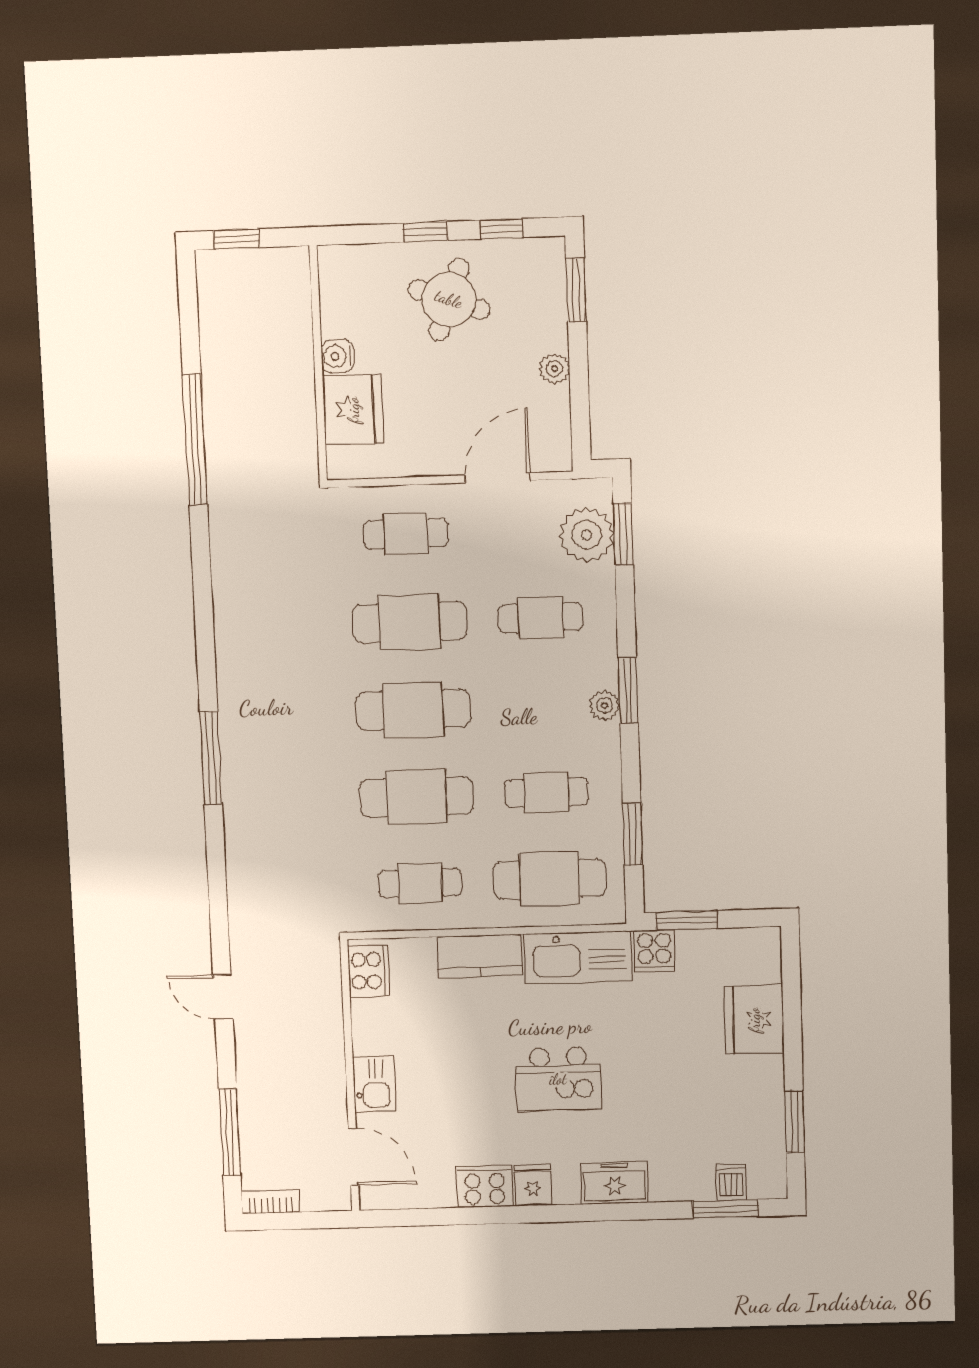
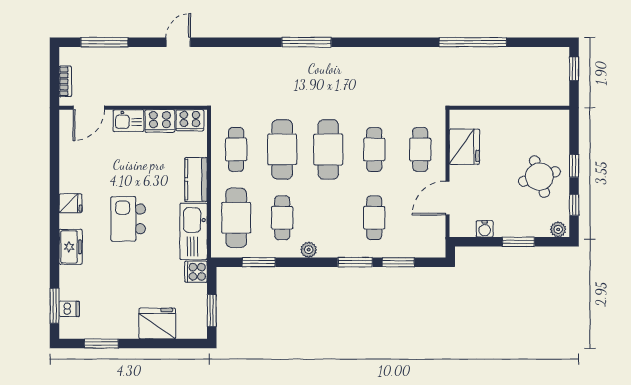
window: (576, 290) -> (518, 242), moved
round table: (449, 299) -> (539, 177), turned -37
water cooler: (338, 356) -> (485, 229), moved, turned 180
plant: (554, 369) -> (558, 229), moved
fridge: (353, 410) -> (464, 147), moved, turned -90
door: (498, 478) -> (447, 198), swing flipped
window: (623, 534) -> (398, 262), moved
plant: (587, 535) -> (416, 243), removed
cafe table: (409, 622) -> (374, 149), width x0.73, depth x0.74
window: (628, 691) -> (355, 262), moved
plant: (605, 705) -> (309, 250), moved
window: (687, 920) -> (212, 311), moved
cooker: (485, 1186) -> (160, 121), moved, turned 90
bookcase: (270, 1202) -> (65, 81), moved

